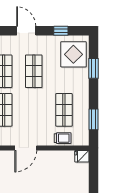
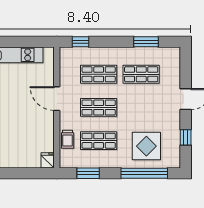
display table: (73, 54) -> (146, 146), moved
window: (94, 68) -> (144, 173), width x2.11
shop shelf: (34, 71) -> (99, 107), moved

